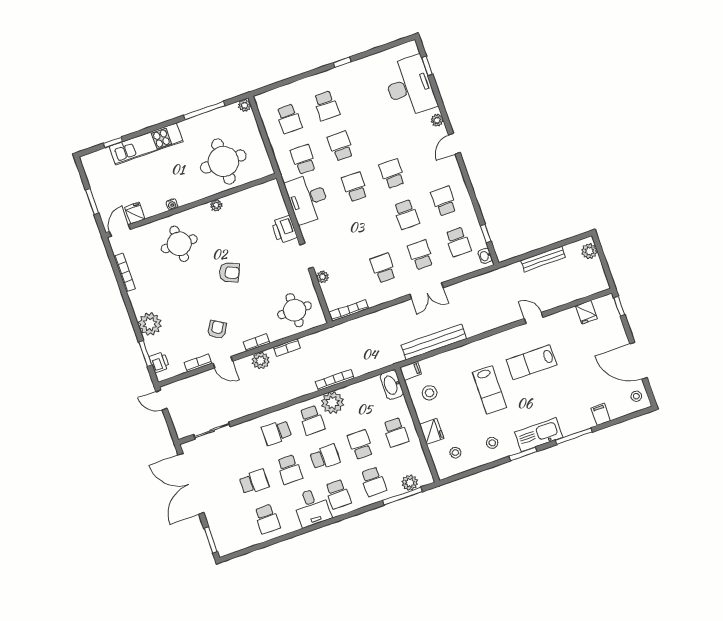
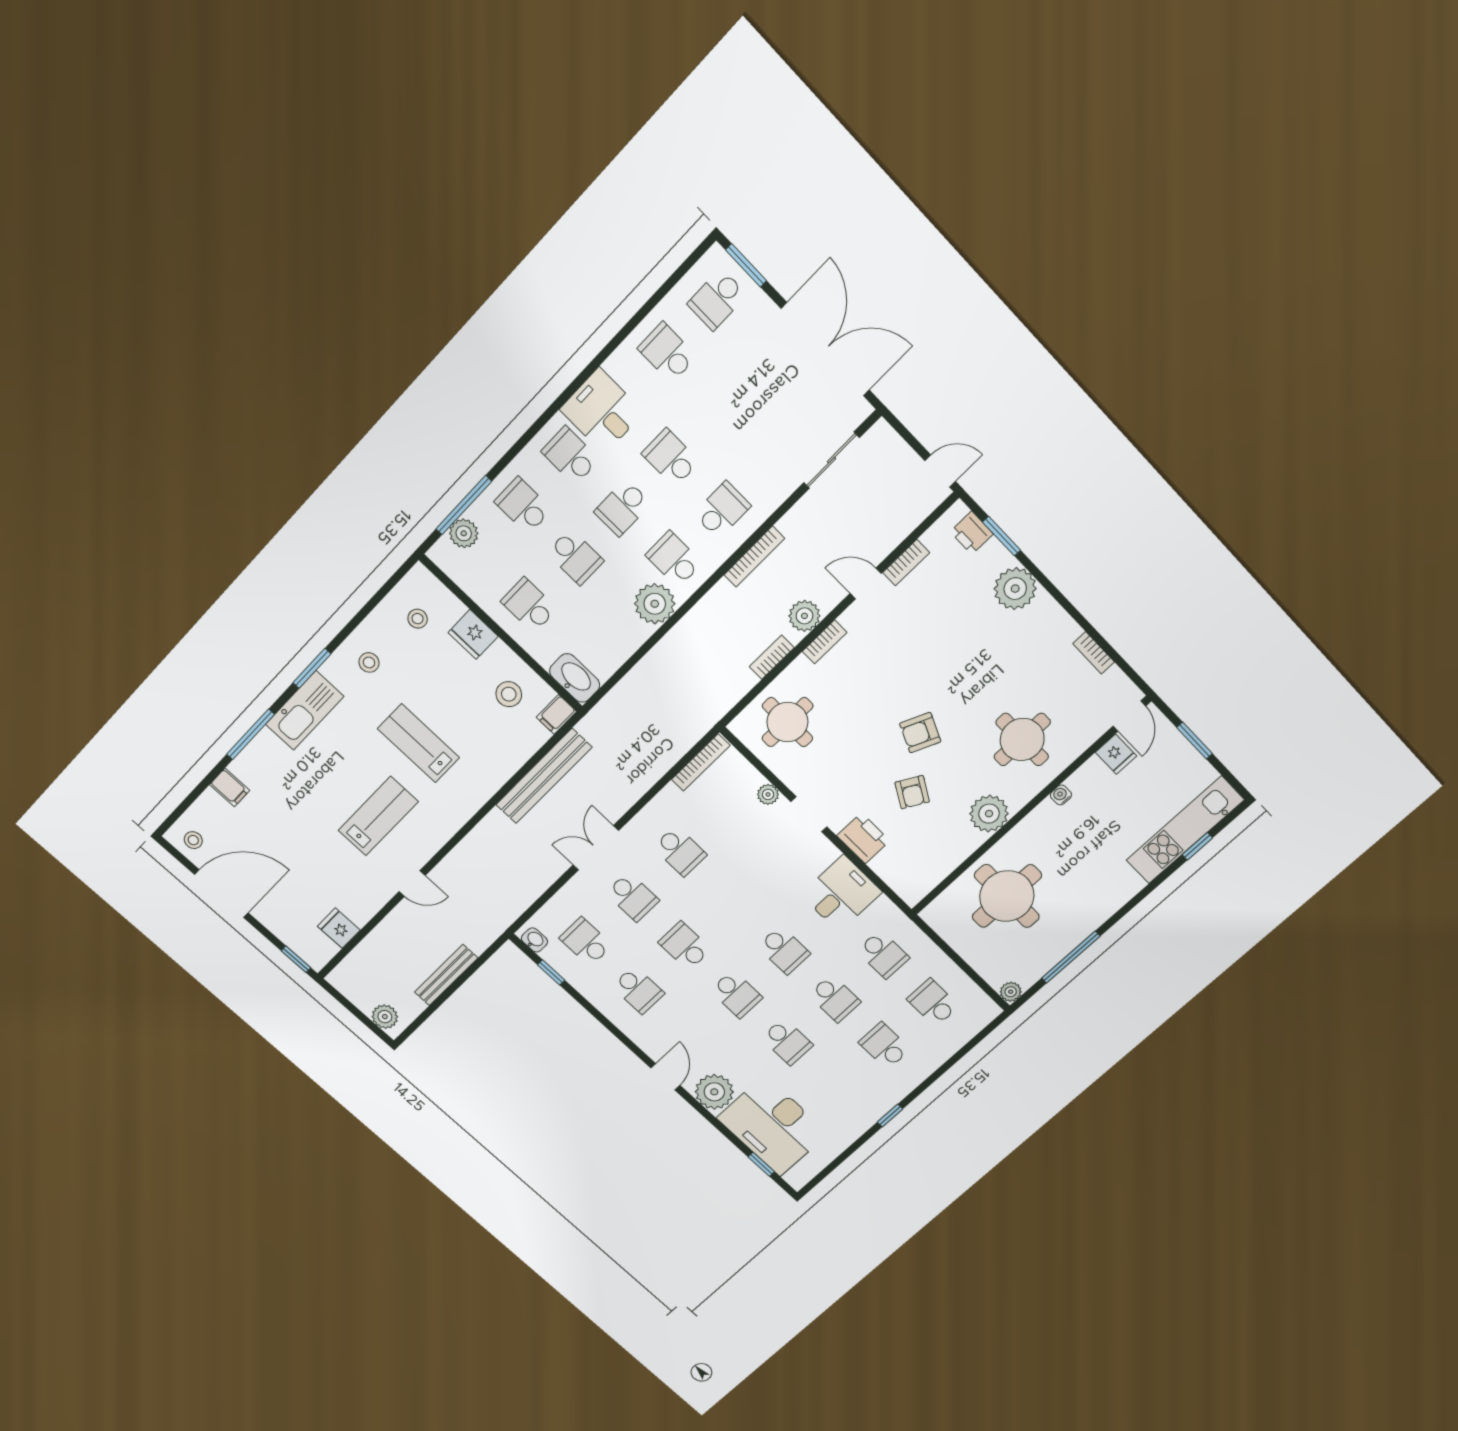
plant: (437, 120) -> (714, 1092), width x1.88, depth x1.88
school desk: (378, 133) -> (787, 1042), added
kitchen unit: (146, 144) -> (1185, 830), moved
desk: (308, 199) -> (841, 893), width x0.73
plant: (216, 205) -> (989, 814), width x1.87, depth x1.87
bookcase: (124, 272) -> (1094, 653), width x0.64
armchair: (217, 329) -> (912, 792), moved
bookcase: (335, 380) -> (754, 557), moved
school desk: (254, 482) -> (717, 299), moved

